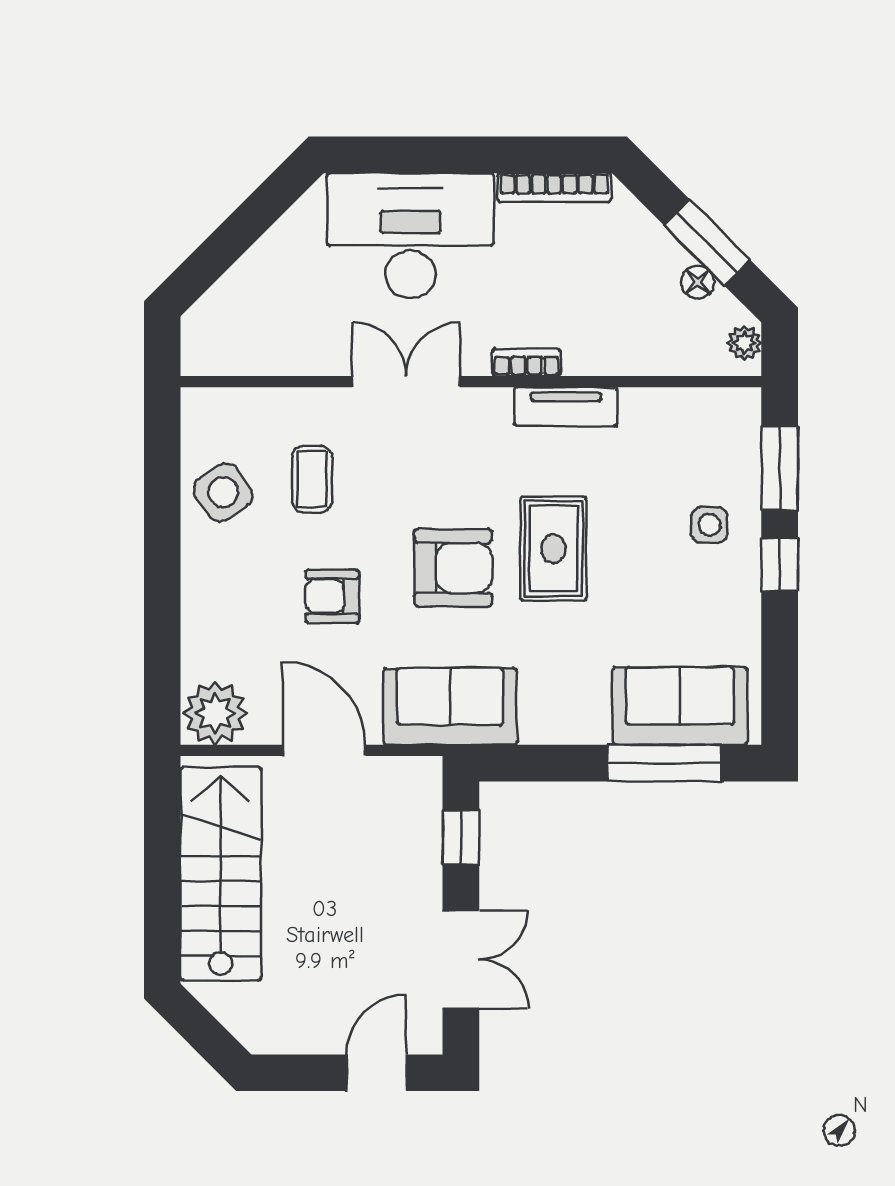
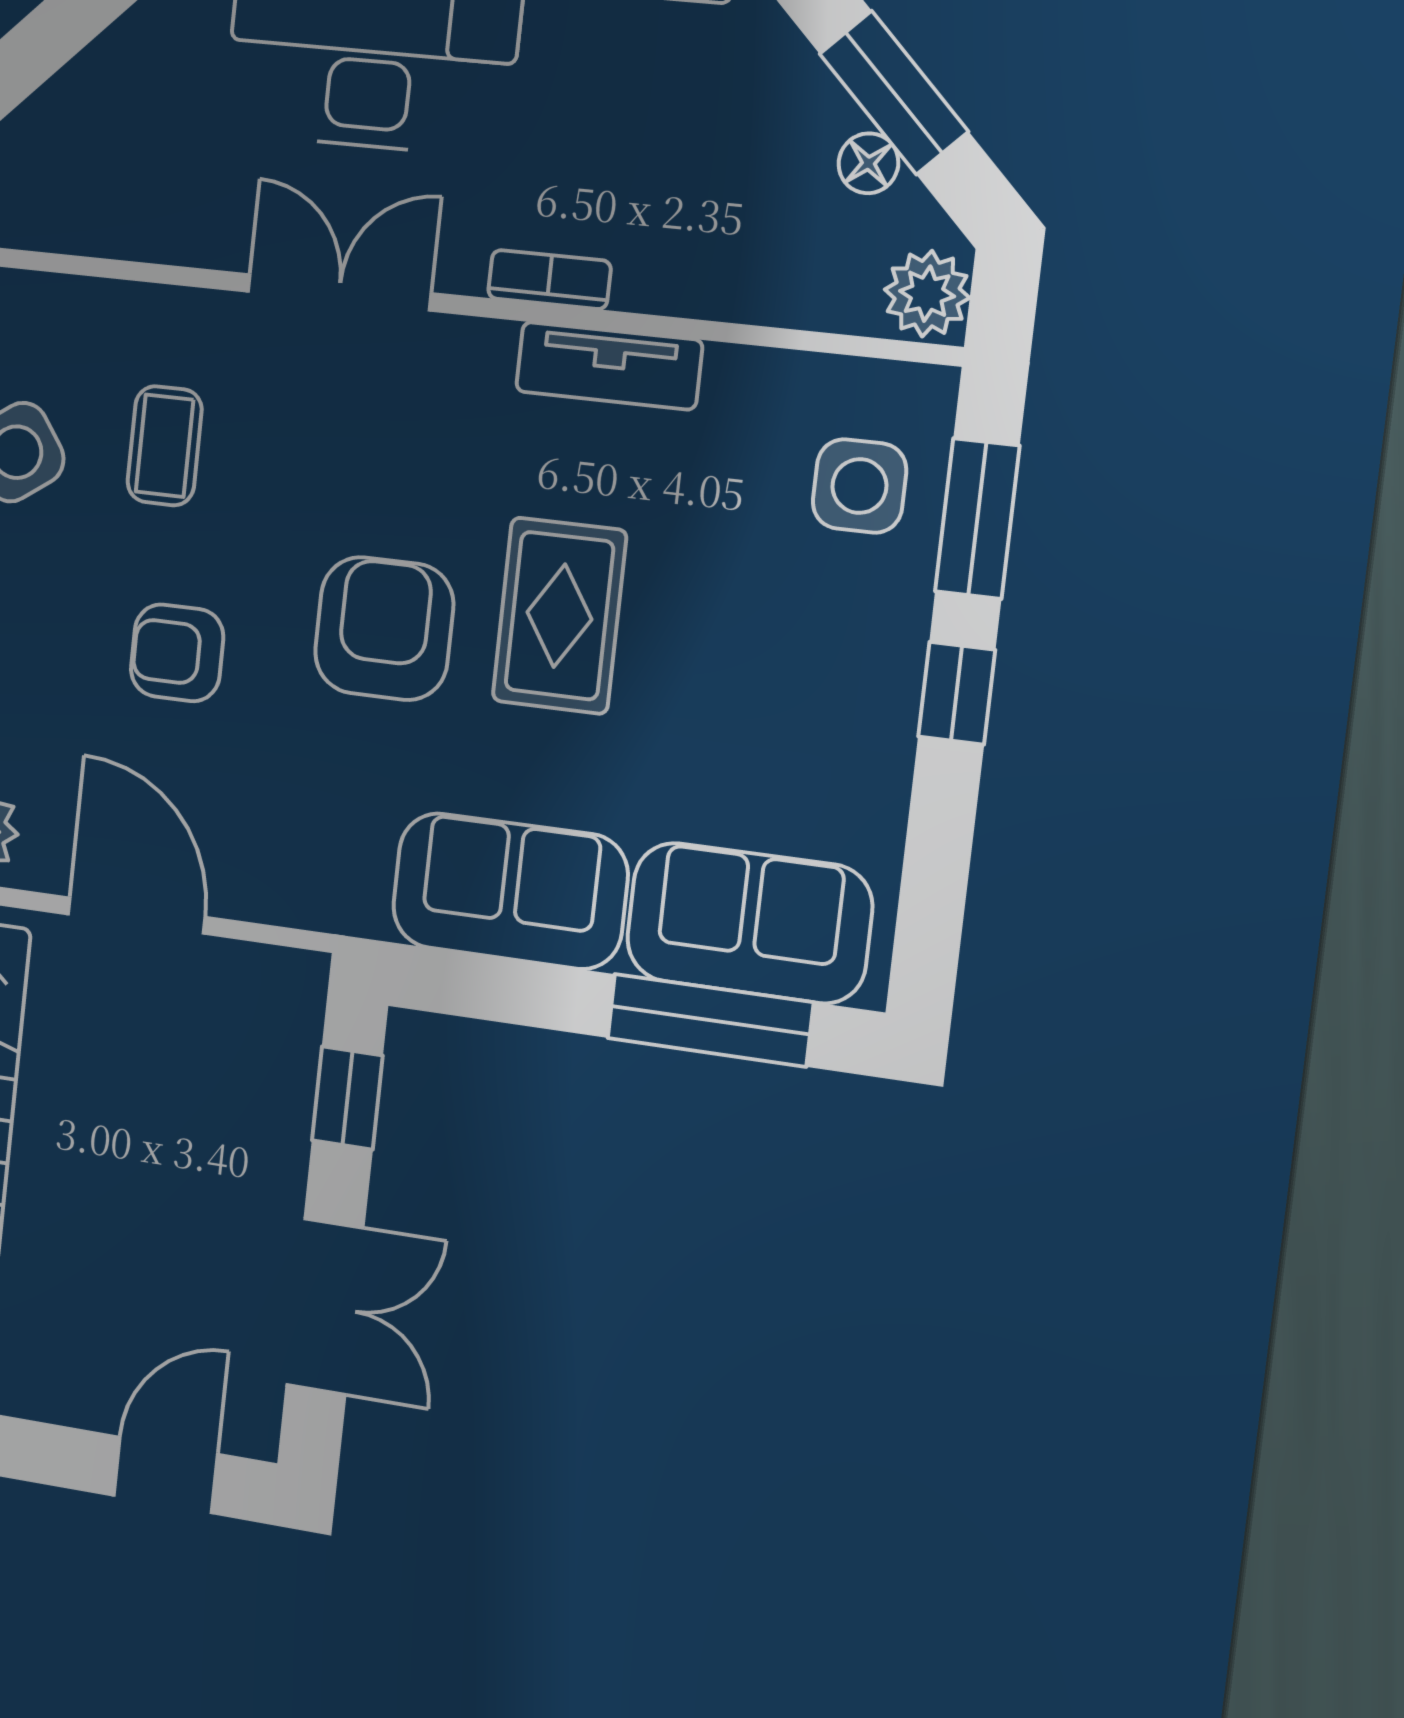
plant: (744, 343) -> (927, 294), width x1.38, depth x1.38
side table: (709, 525) -> (859, 486), moved, width x1.37, depth x1.37
armchair: (453, 568) -> (384, 629), turned -90
sofa: (450, 706) -> (510, 891), moved

